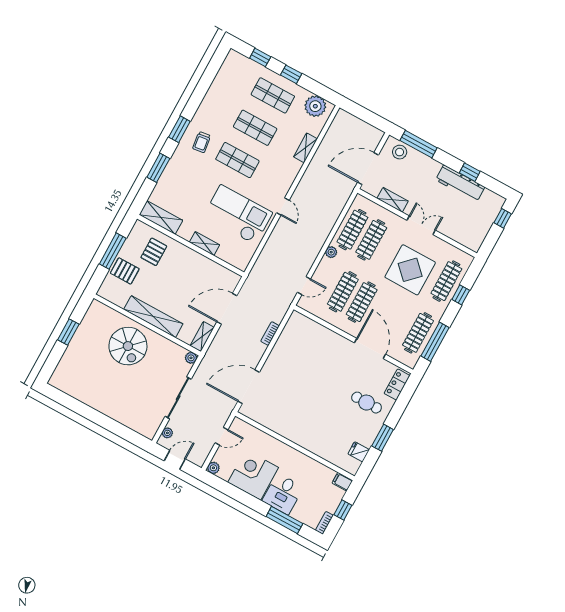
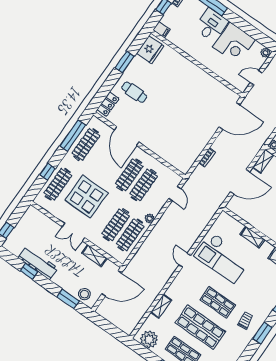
shop shelf: (255, 128) -> (200, 327), width x1.43, depth x1.36
window: (419, 144) -> (68, 299), width x0.69
door: (304, 286) -> (175, 194), swing flipped
fridge: (359, 452) -> (150, 50), width x1.88, depth x1.34

